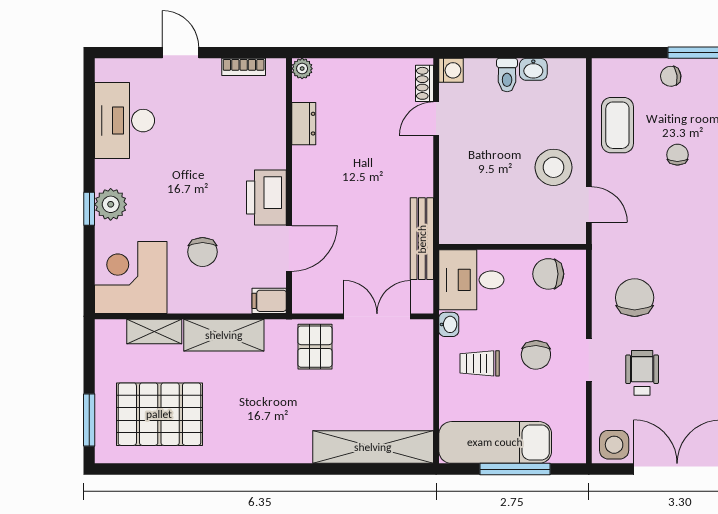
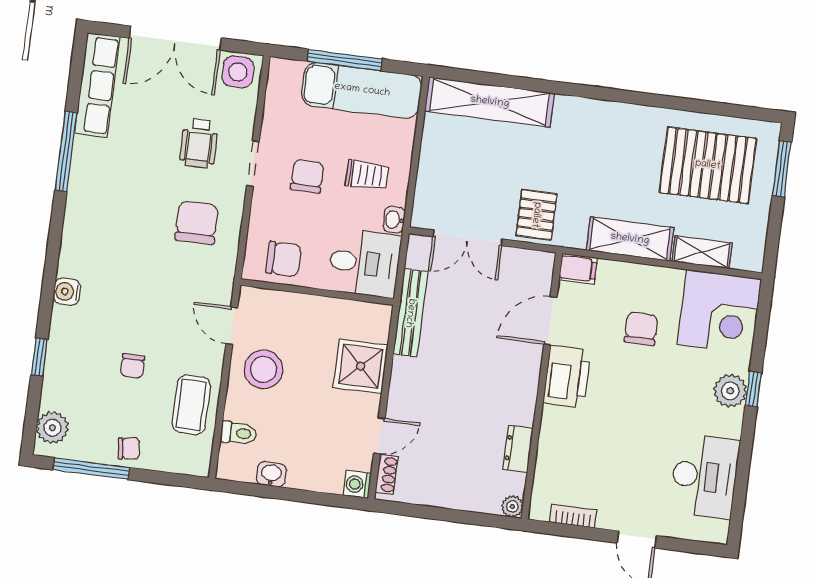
toilet: (507, 75) -> (239, 433), moved, turned 90
shower: (462, 182) -> (361, 366), added
chair: (635, 298) -> (197, 223), turned 180

